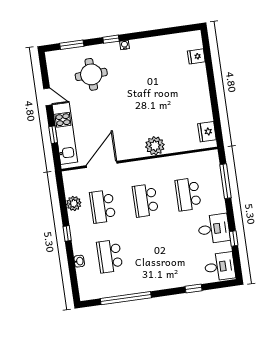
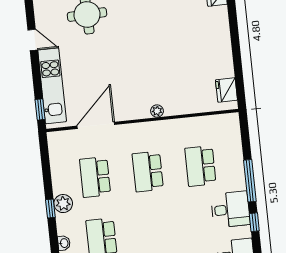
window: (53, 135) -> (40, 109), moved
plant: (155, 146) -> (157, 111), width x0.53, depth x0.53
window: (225, 181) -> (250, 181), moved
plant: (74, 203) -> (63, 204), moved

